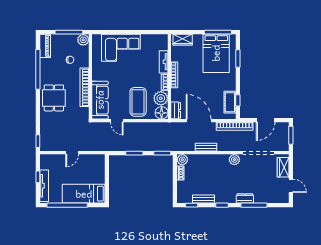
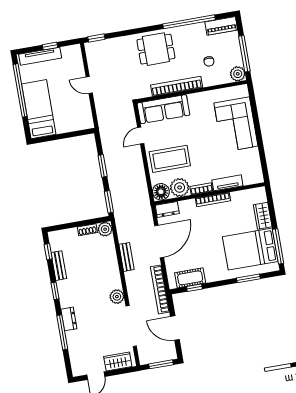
wardrobe: (183, 40) -> (263, 216), moved

